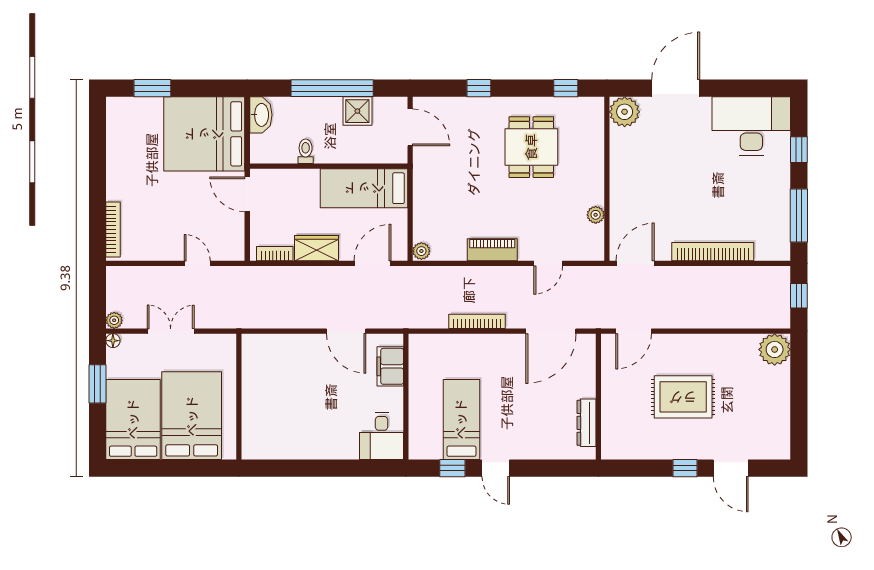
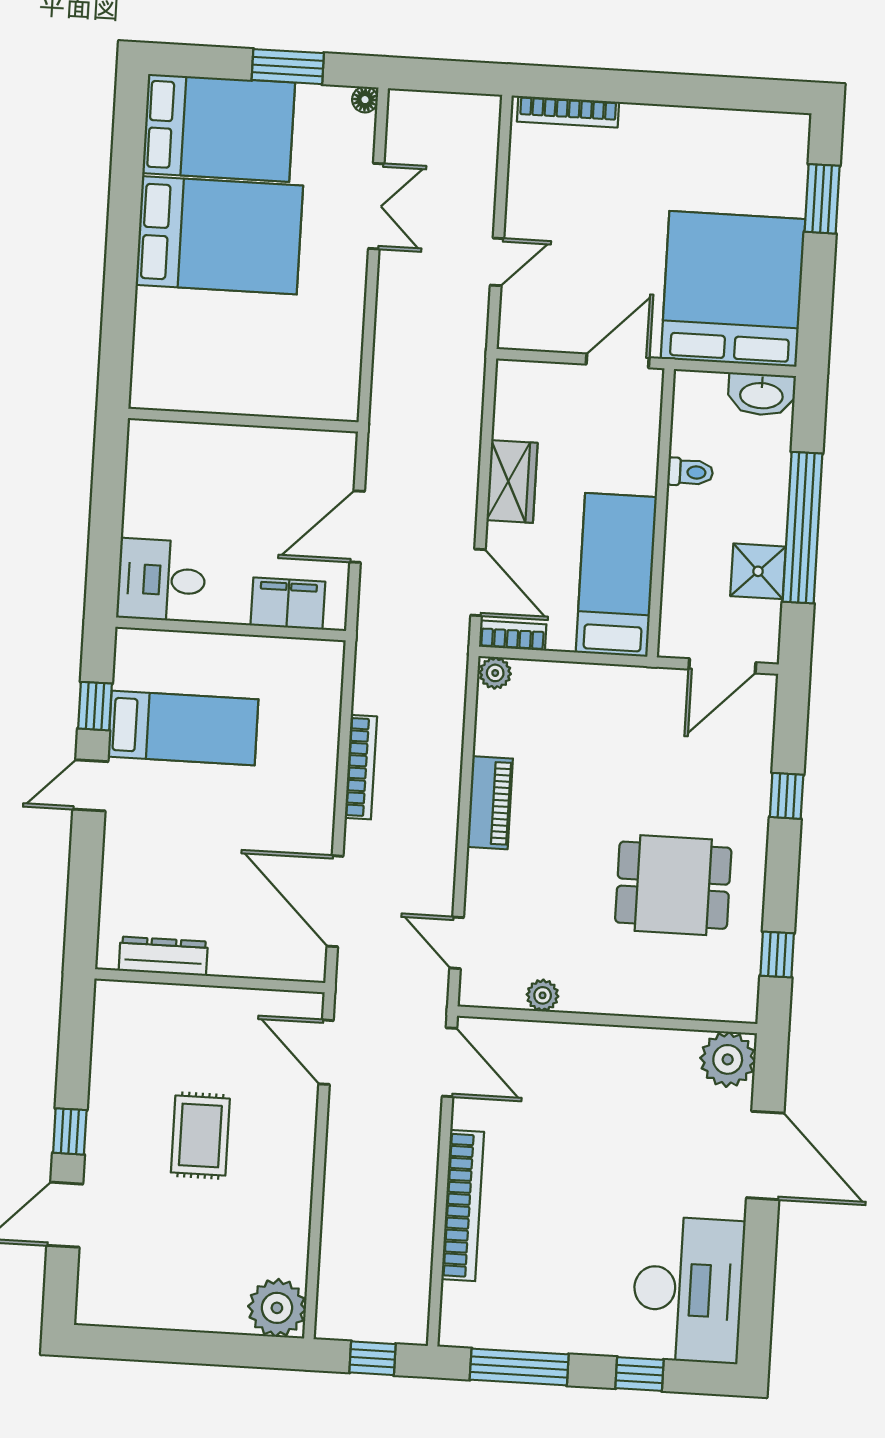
bookcase: (275, 254) -> (513, 636), moved, turned -90
door: (548, 263) -> (457, 943), moved
plant: (114, 320) -> (402, 104), removed
wall: (239, 397) -> (243, 420), moved
rug: (683, 397) -> (200, 1136), width x0.73, depth x0.70

